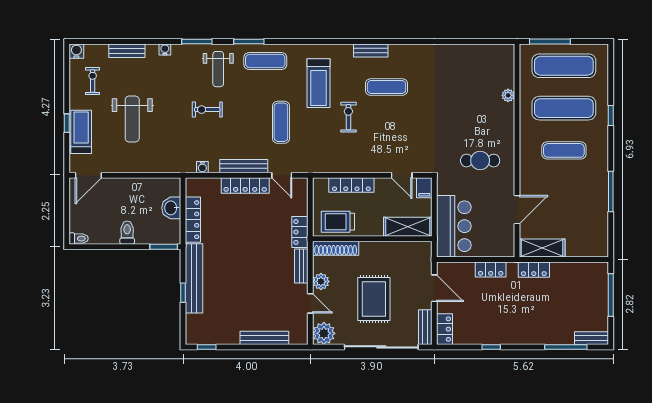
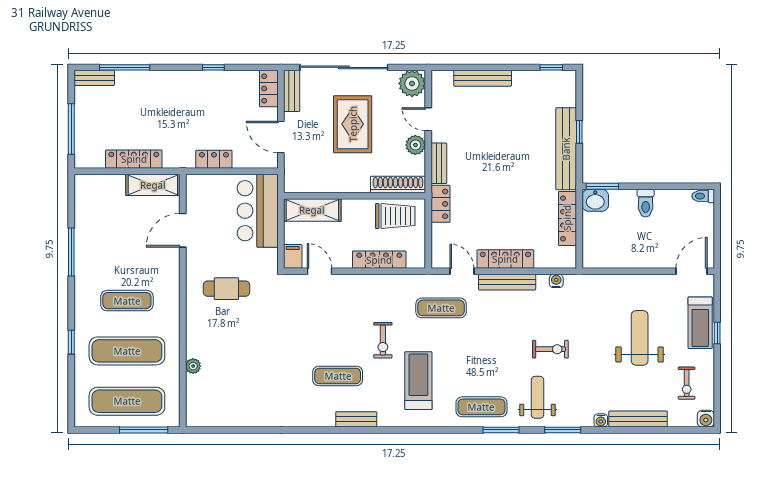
bench: (127, 51) -> (638, 419), width x1.36
exercise mat: (281, 122) -> (441, 308), moved, turned 90
washbasin: (171, 208) -> (595, 200), moved, turned 90
locker: (534, 270) -> (134, 159), moved, width x1.53

